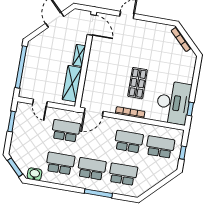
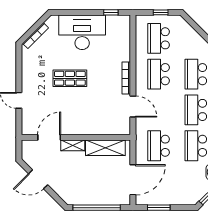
door: (92, 25) -> (49, 137), moved
shop shelf: (138, 83) -> (70, 78), moved
door: (40, 103) -> (133, 180), width x1.87
desk: (173, 103) -> (82, 32), moved
door: (94, 112) -> (133, 106), moved

